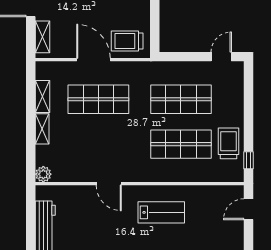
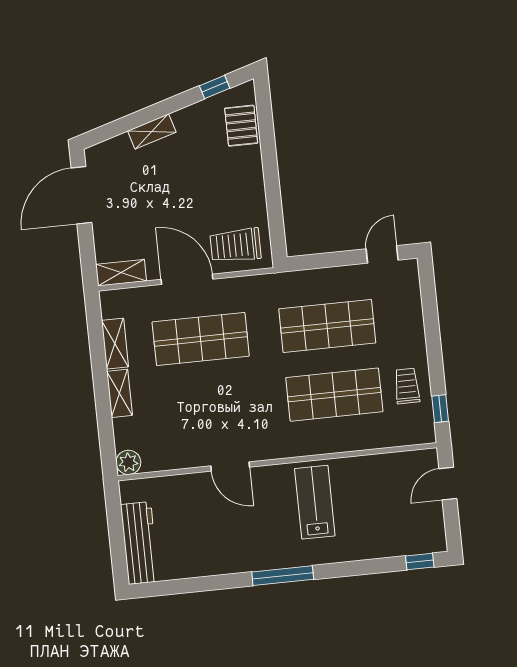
shelving: (42, 37) -> (121, 273), moved, turned 90
trolley: (229, 143) -> (407, 386), width x0.73, depth x0.72
lab bench: (161, 212) -> (315, 502), turned -90

